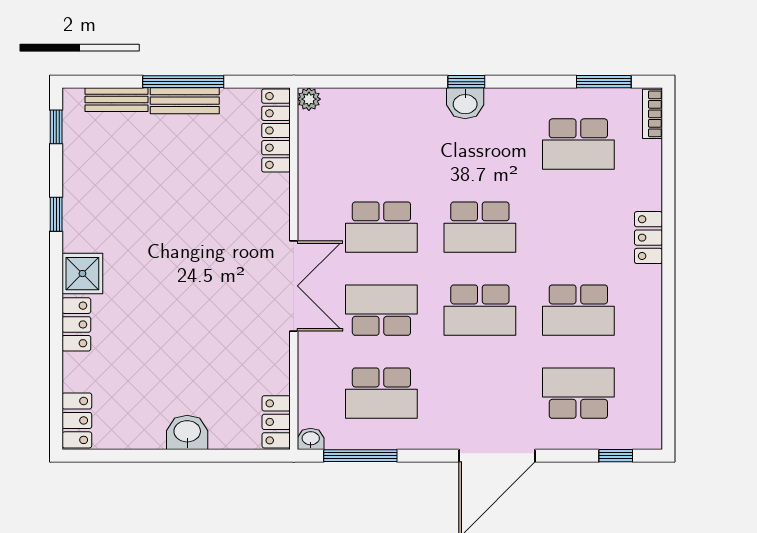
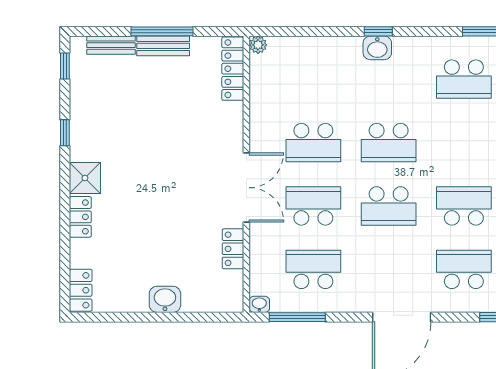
school desk: (578, 310) -> (464, 206), turned 180
school desk: (381, 393) -> (313, 269), turned 180
locker: (276, 422) -> (233, 249), moved

